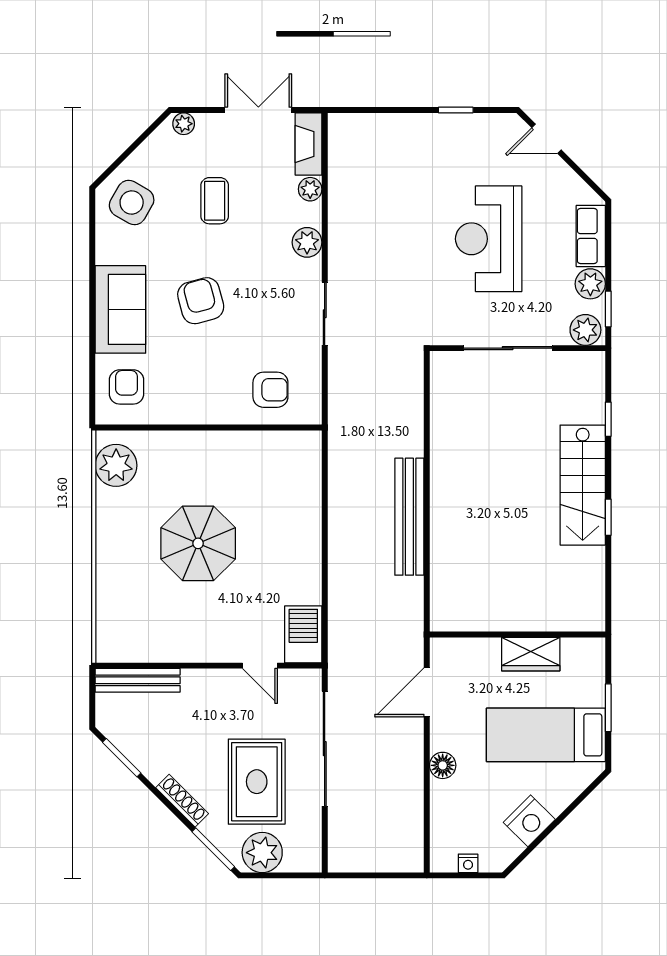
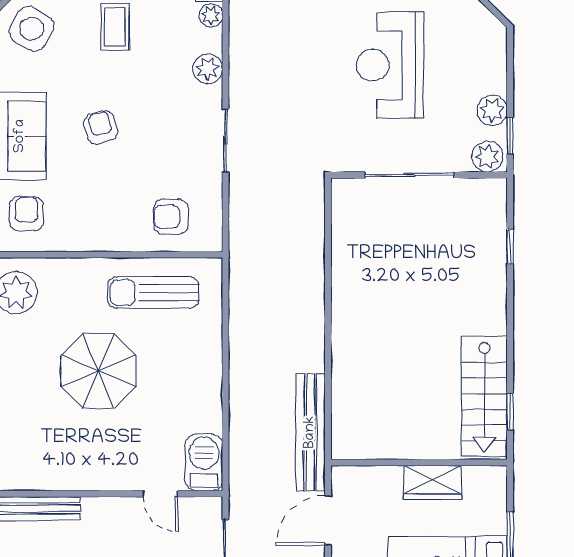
row of seats: (591, 236) -> (493, 62), removed
armchair: (201, 301) -> (101, 127), width x0.72, depth x0.72
armchair: (270, 390) -> (171, 217), turned 180
sun lounger: (253, 465) -> (153, 292), added
stairs: (583, 485) -> (484, 396), moved
bench: (409, 517) -> (310, 432), moved
window: (608, 517) -> (510, 412), moved

